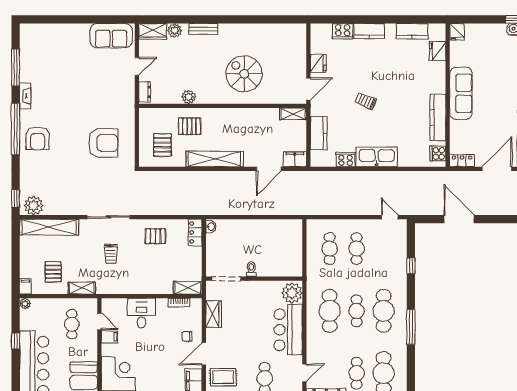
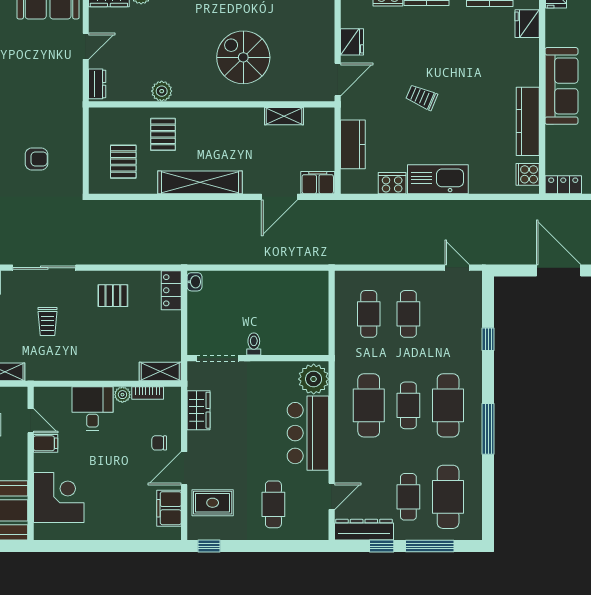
shelving: (293, 114) -> (284, 116), moved
pallet: (189, 126) -> (163, 134), turned 90
armchair: (103, 143) -> (36, 159), width x0.53, depth x0.53
plant: (162, 304) -> (122, 395), added

